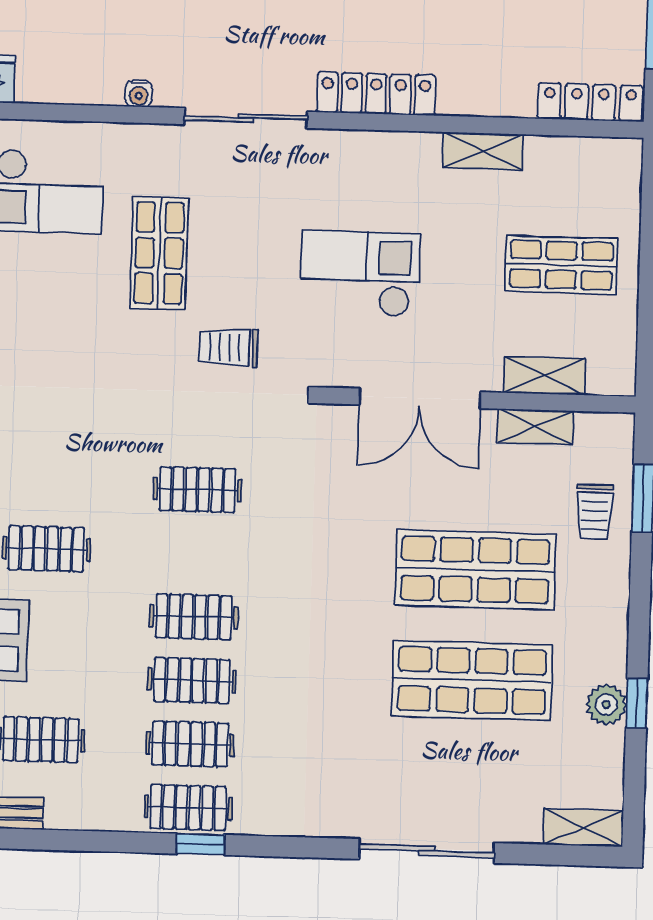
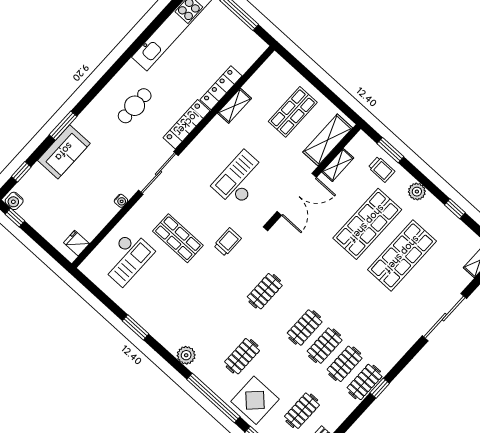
locker: (590, 102) -> (221, 88), moved
trolley: (229, 347) -> (228, 242), turned 180
shelving: (544, 376) -> (328, 140), width x1.50, depth x1.33
plant: (606, 705) -> (417, 192), moved

